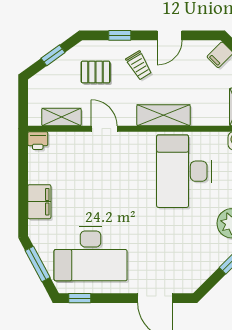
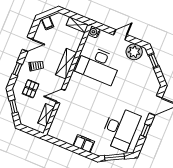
door: (170, 35) -> (28, 44), hinge flipped
printer: (38, 141) -> (53, 132), removed
window: (80, 298) -> (145, 131), moved

